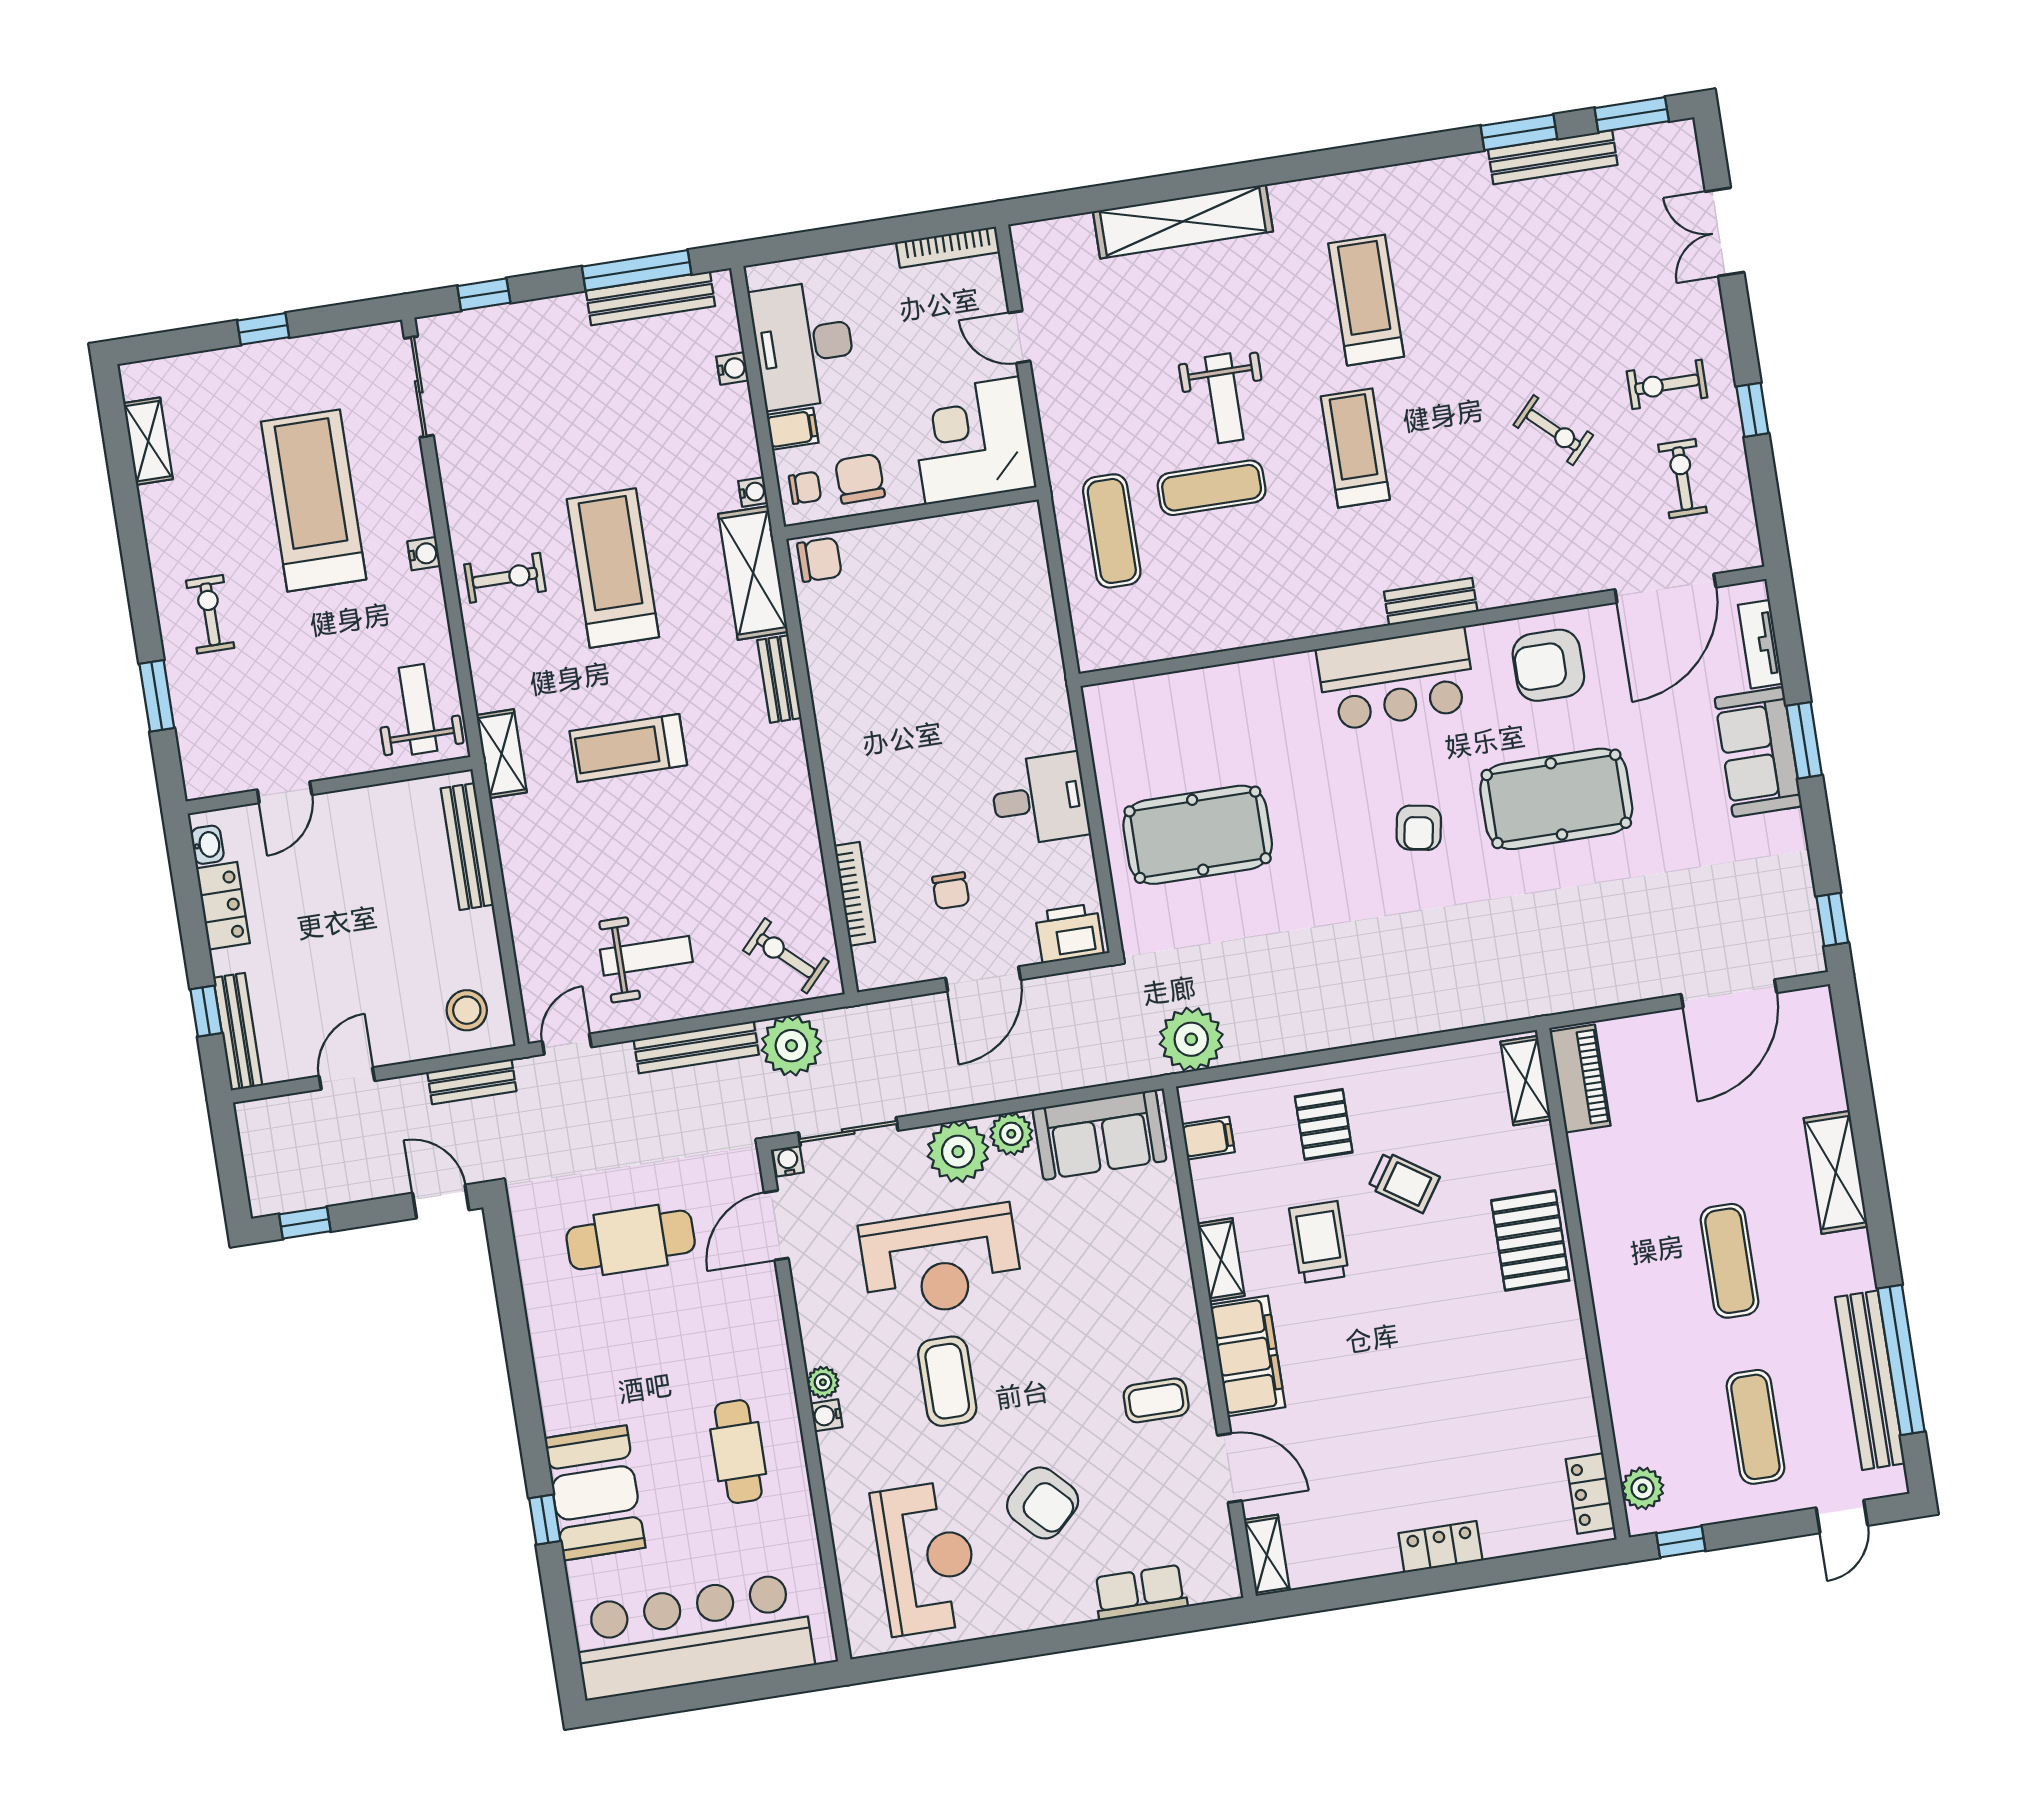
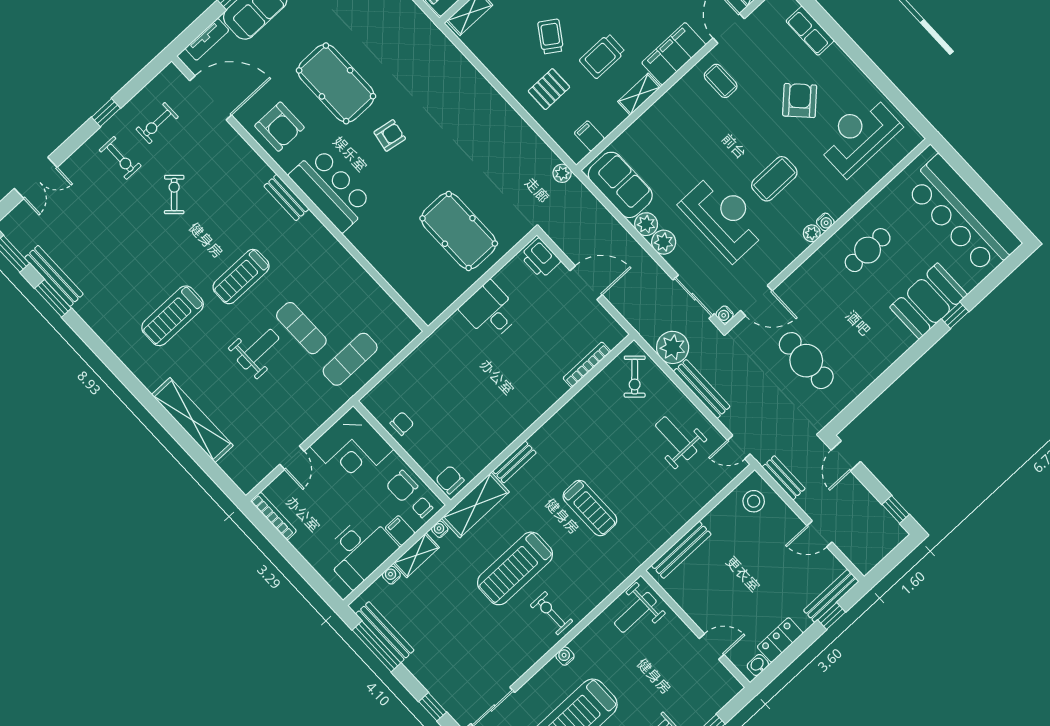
shelving: (502, 754) -> (416, 555), moved
chair: (951, 891) -> (402, 424), moved
plant: (1191, 1039) -> (562, 173), width x0.53, depth x0.53
plant: (958, 1152) -> (664, 242), width x0.73, depth x0.73

